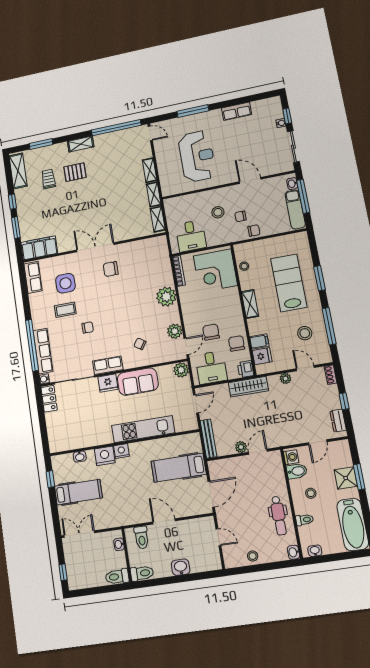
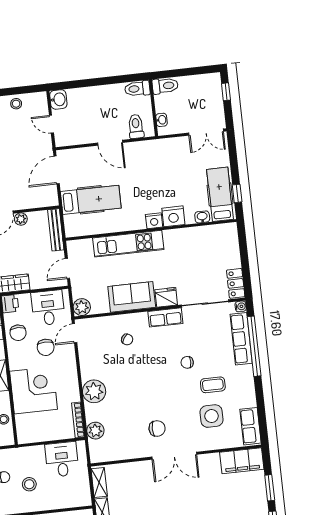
corner desk: (215, 271) -> (34, 390), moved
plant: (175, 331) -> (95, 431), moved
hospital bed: (78, 492) -> (220, 194), moved, turned 90
washbasin: (181, 567) -> (58, 99), moved, turned -90

